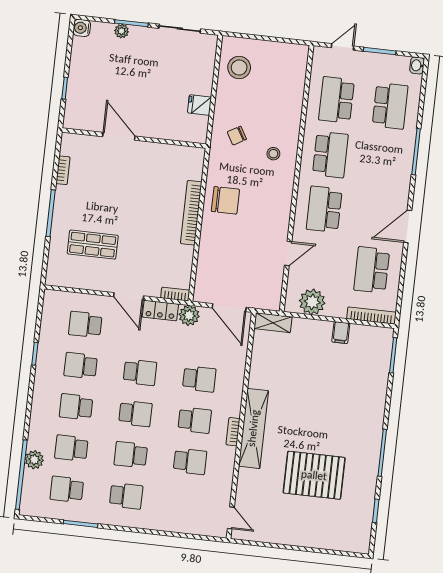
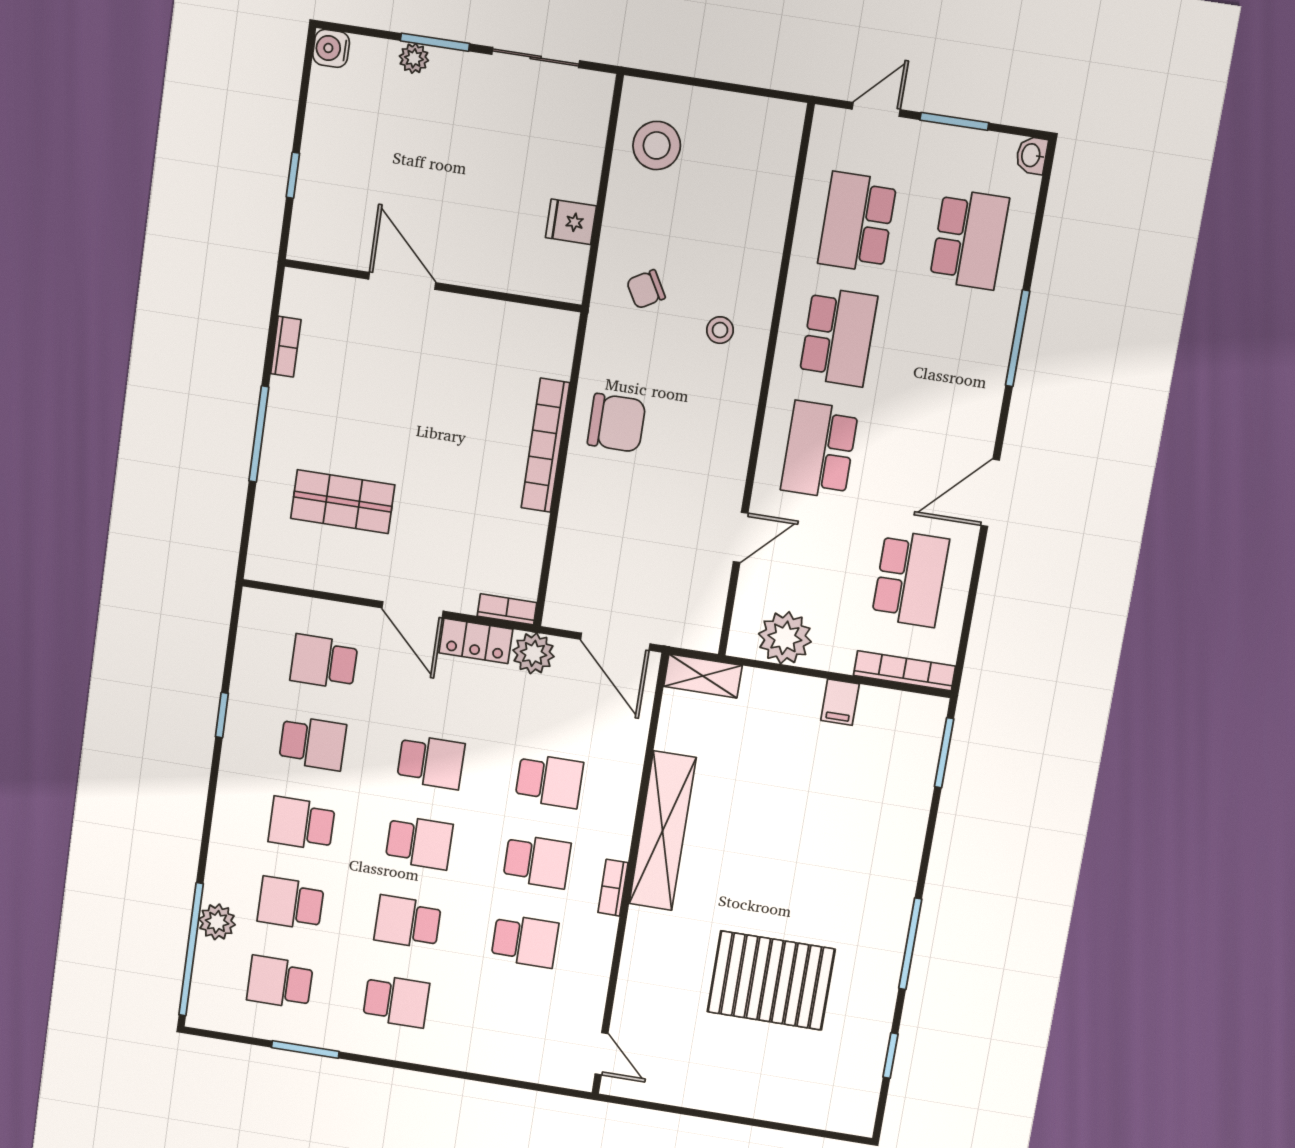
school desk: (372, 270) -> (910, 579), turned 180
school desk: (81, 366) -> (313, 743), turned 180
shelving: (253, 428) -> (663, 831), moved

